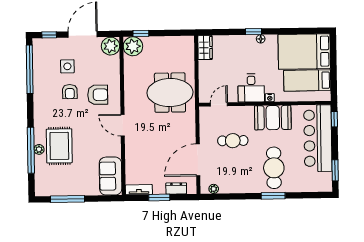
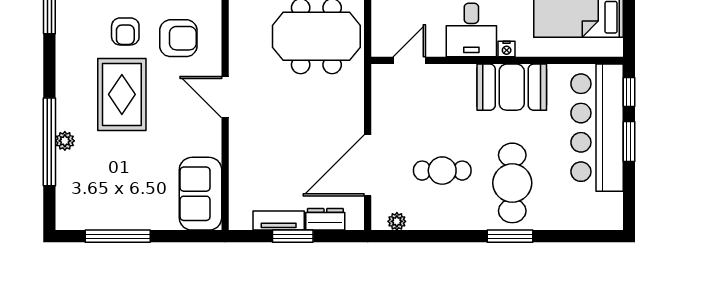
cafe table: (233, 141) -> (442, 171), moved
rug: (59, 146) -> (122, 94), moved
window: (335, 170) -> (629, 141), moved
tv unit: (139, 190) -> (279, 221), moved

